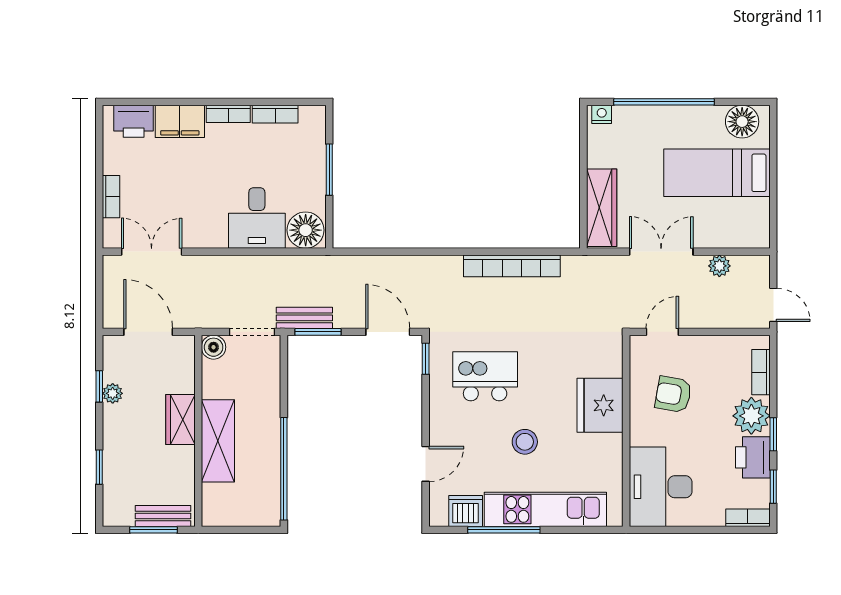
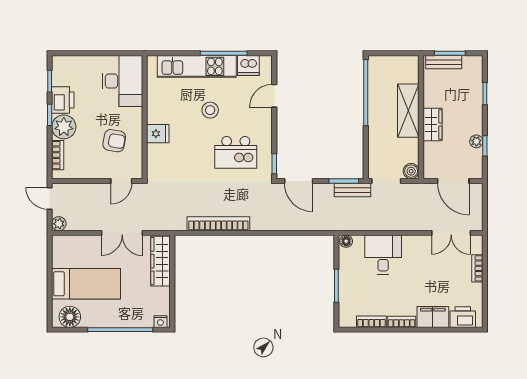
floor lamp: (306, 230) -> (346, 241), width x0.53, depth x0.53
plant: (719, 266) -> (59, 224), moved
fridge: (600, 405) -> (158, 134), width x0.53, depth x0.75
bookcase: (748, 518) -> (66, 61), removed

